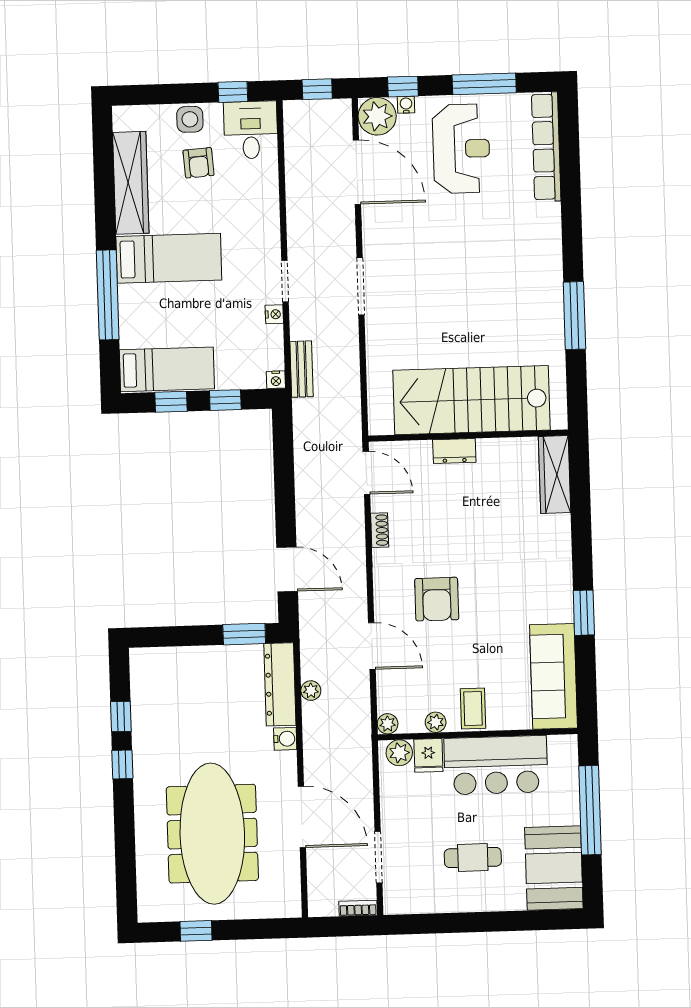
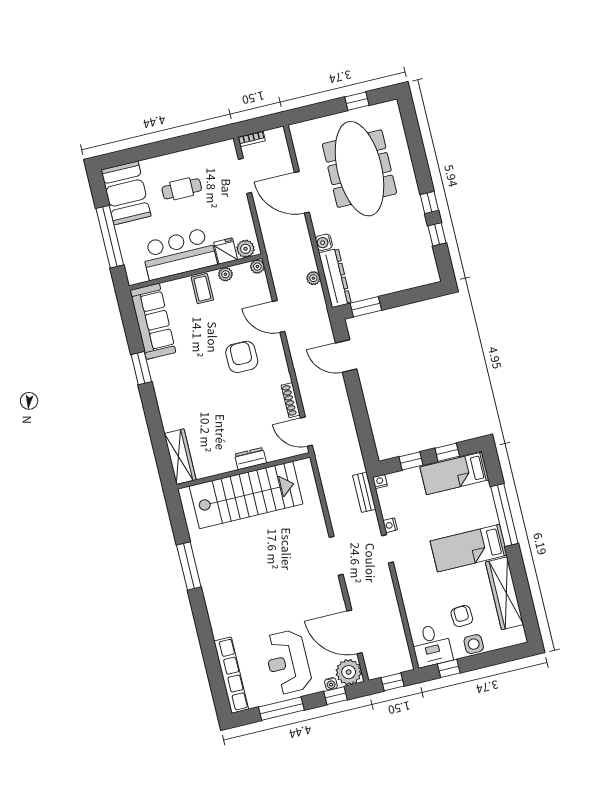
shoe rack: (380, 530) -> (291, 400), width x1.43

